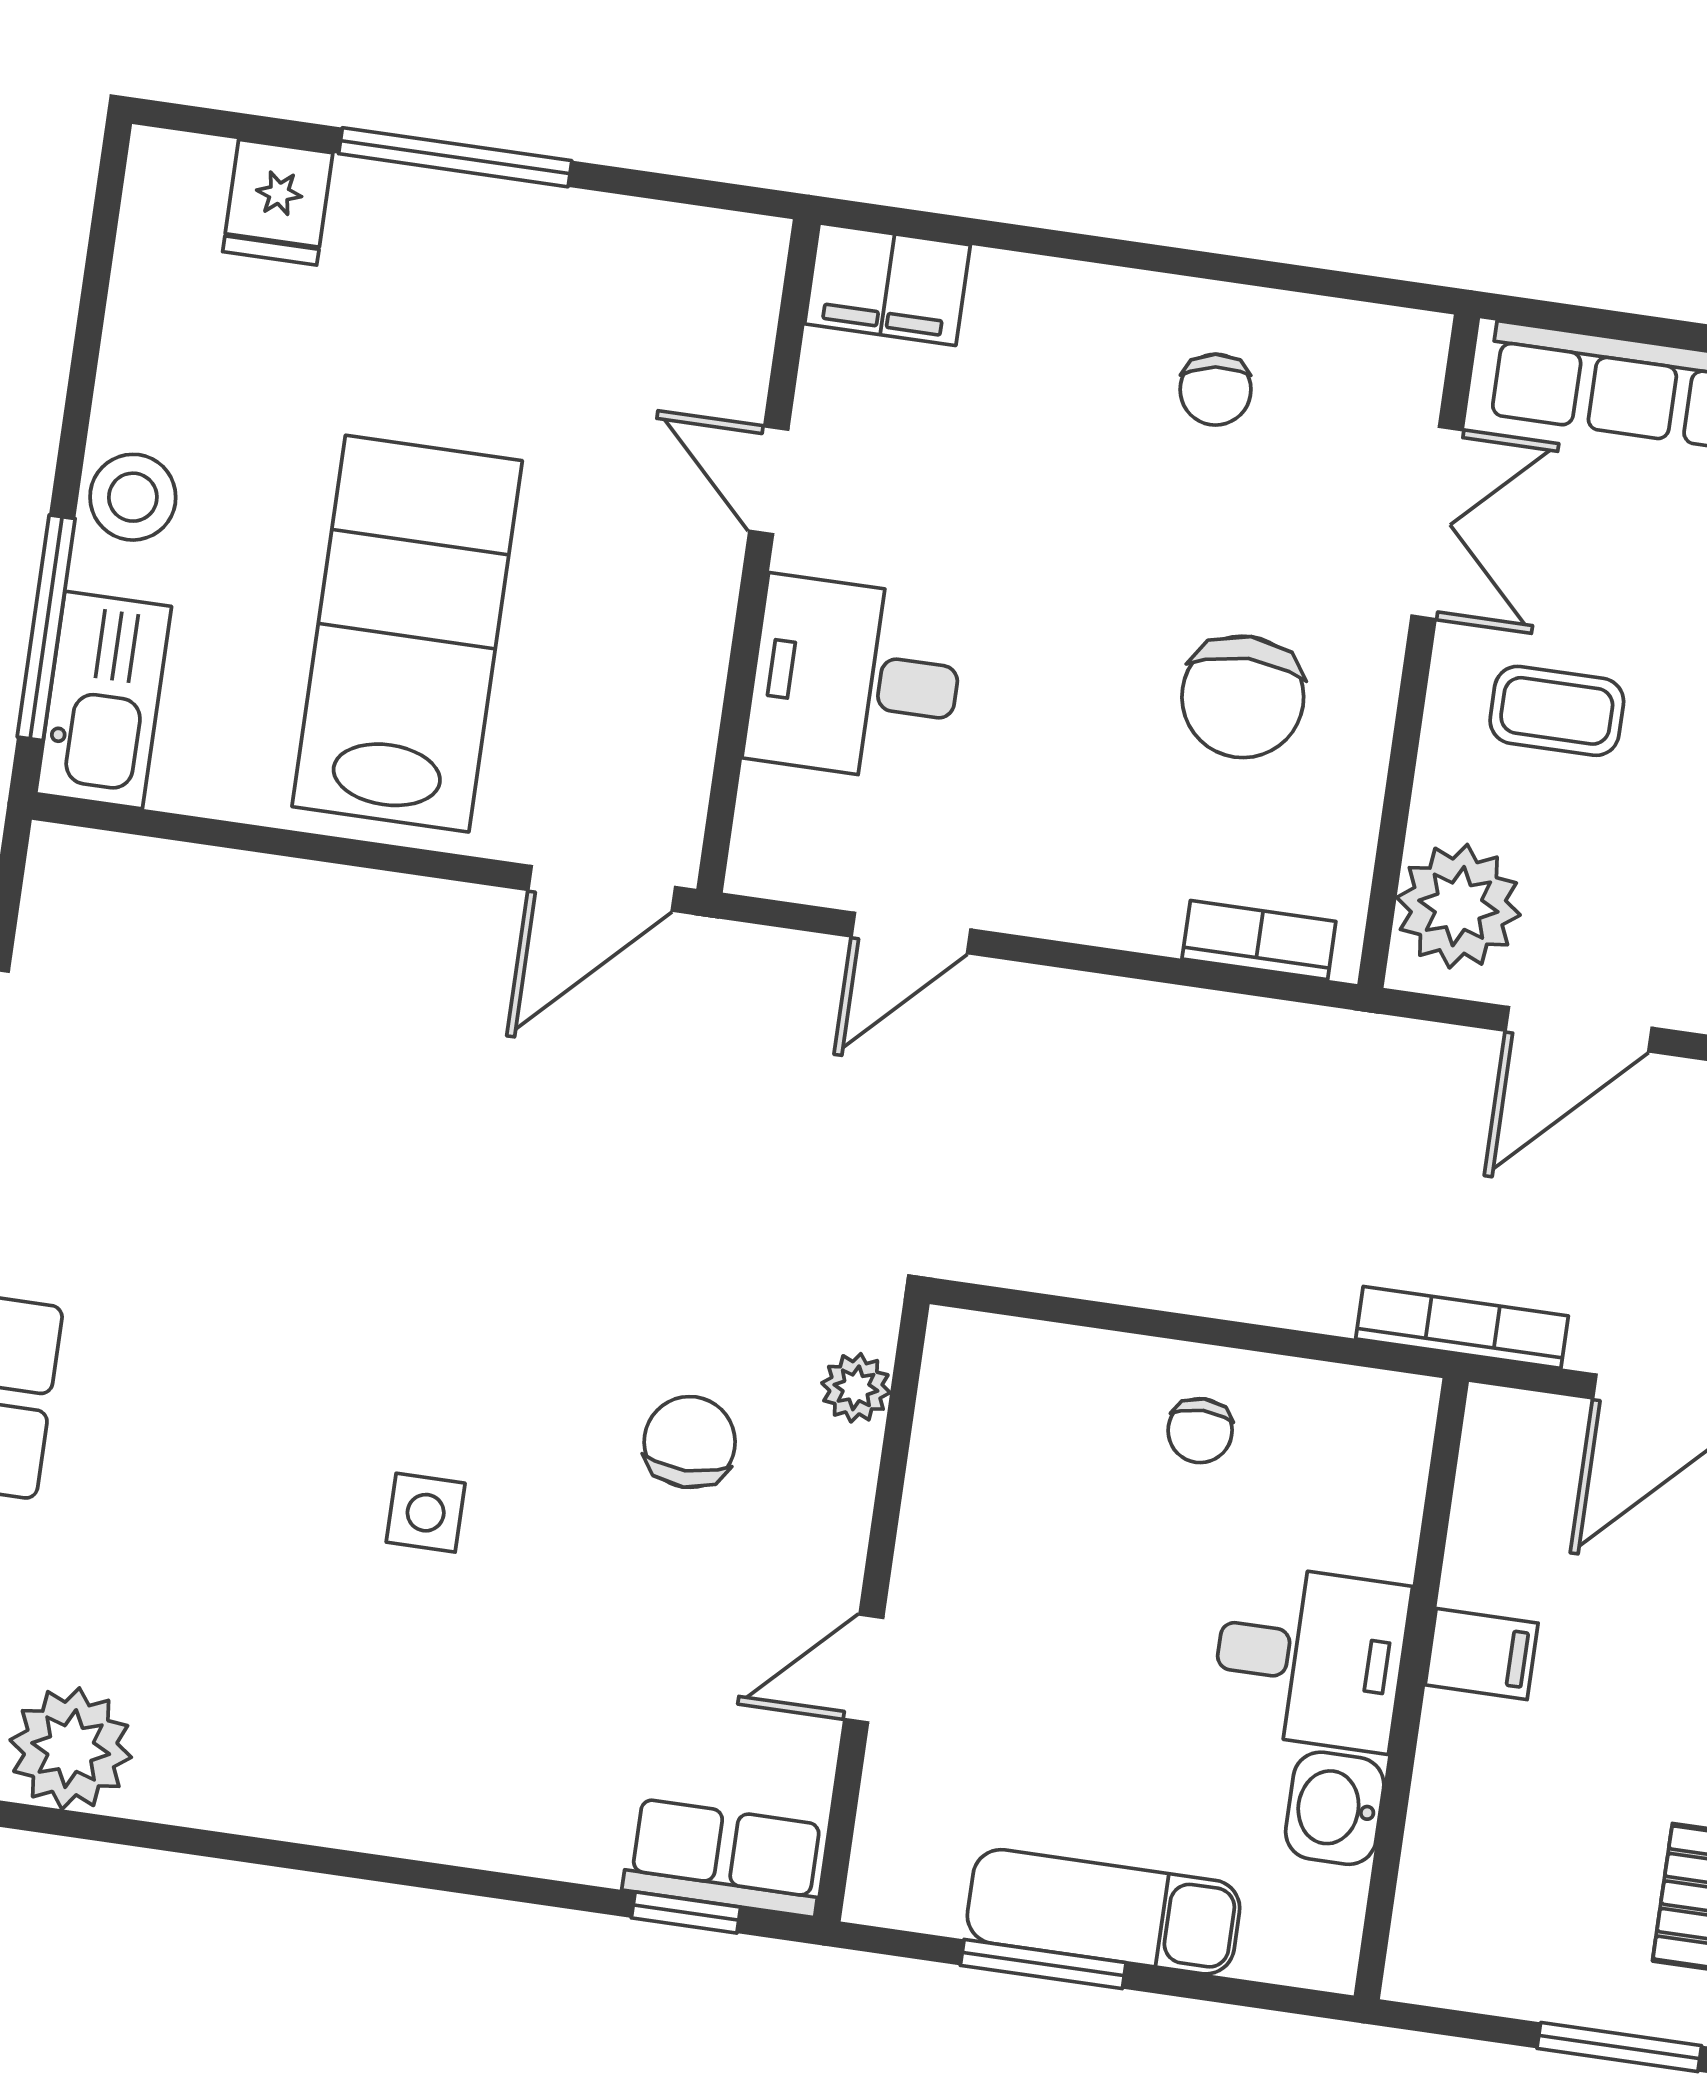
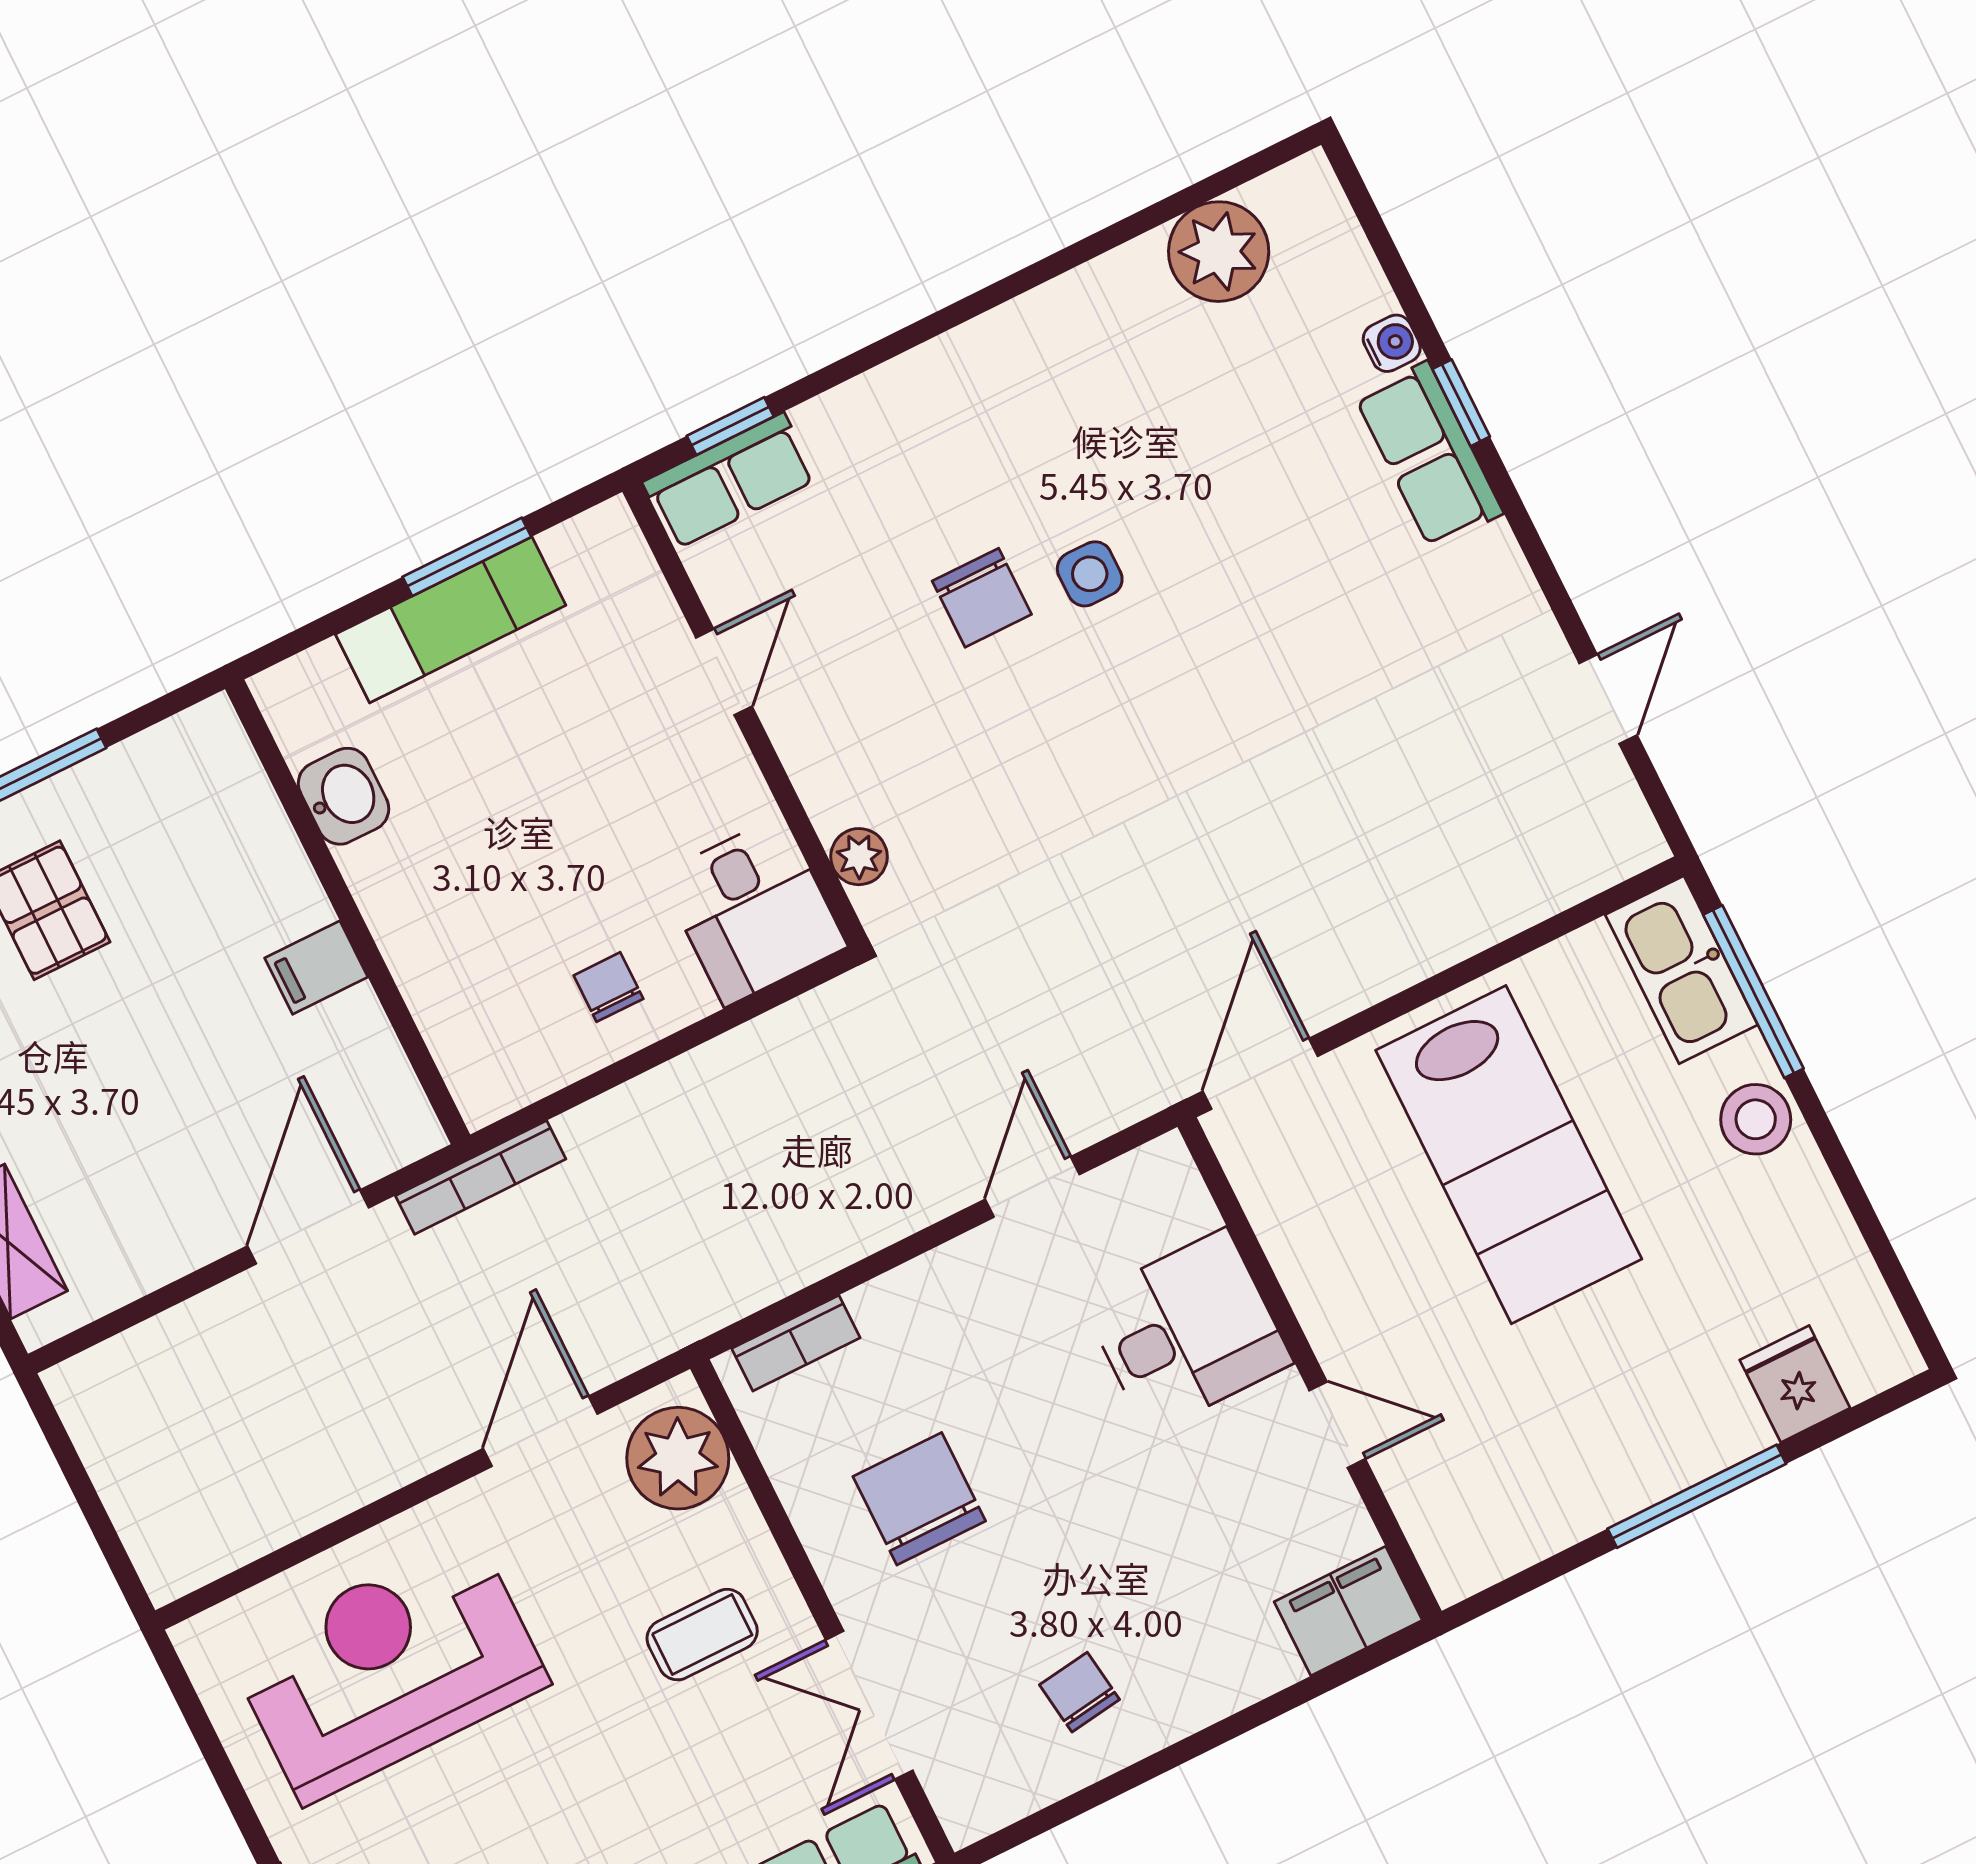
chair: (690, 1442) -> (982, 598), moved
desk: (1310, 1657) -> (753, 911), moved, turned -90

